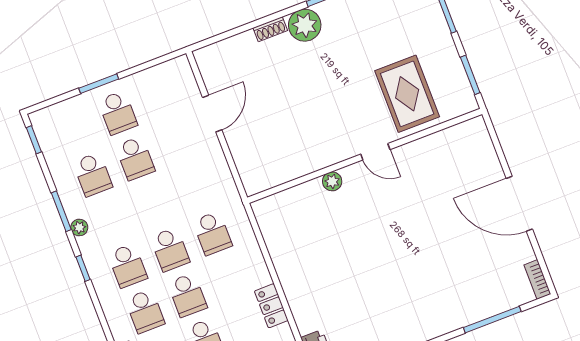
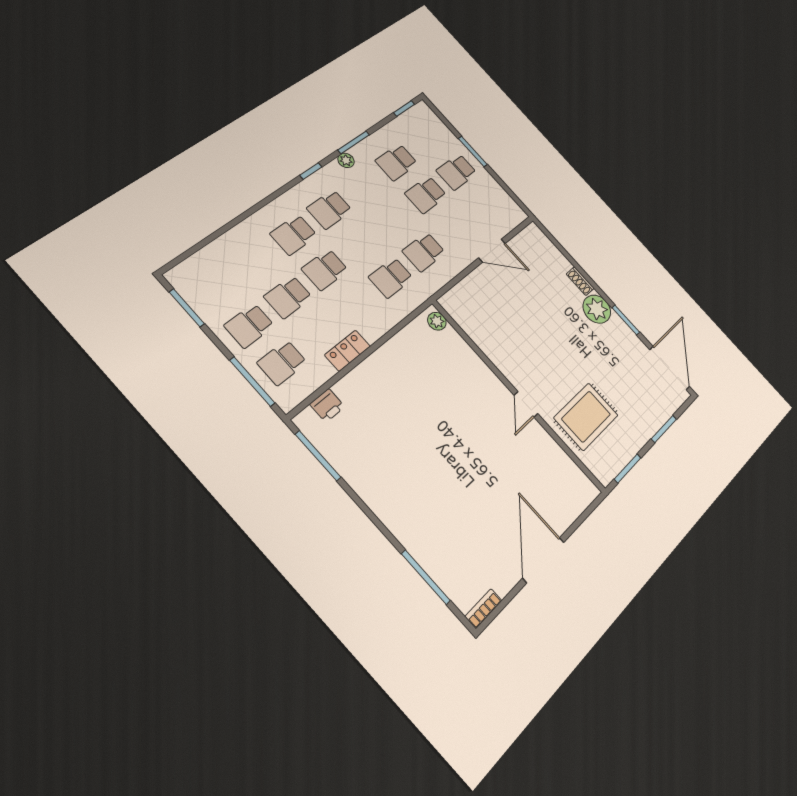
plant: (332, 181) -> (437, 321), moved
school desk: (170, 250) -> (424, 252), moved

